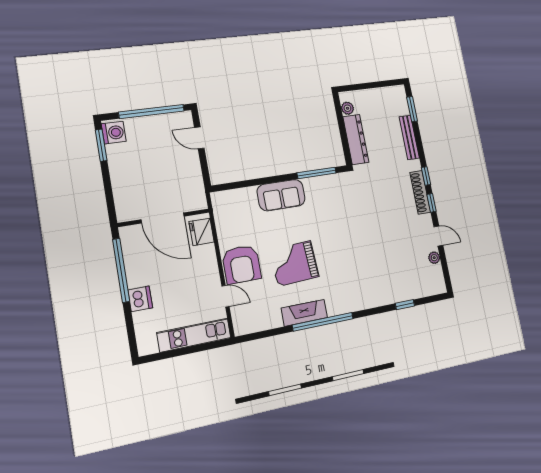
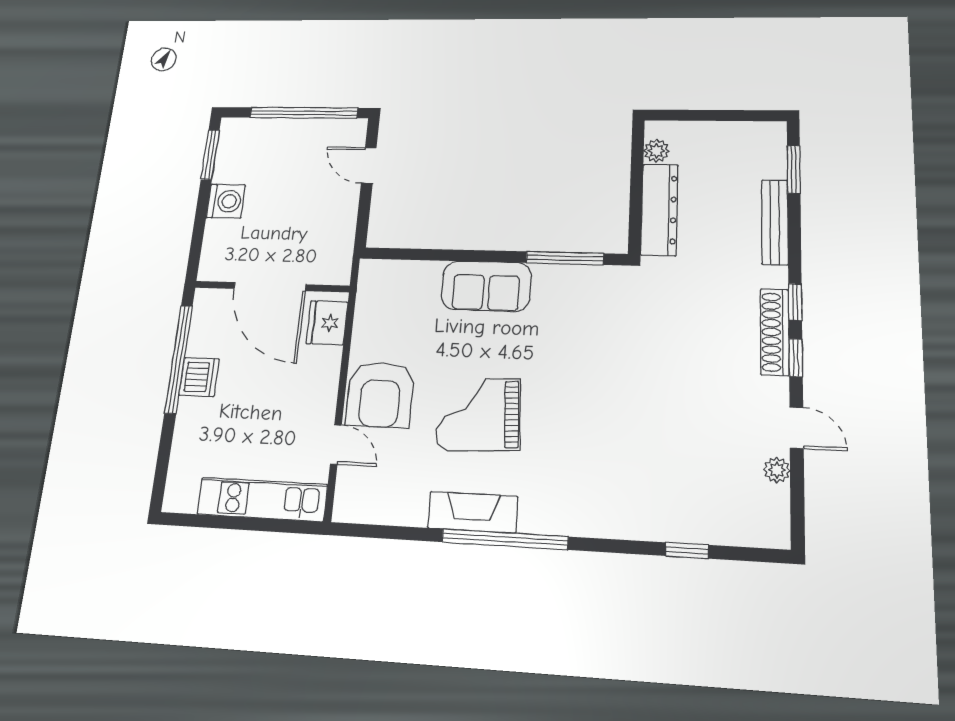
washing machine: (114, 133) -> (226, 201), moved
dishwasher: (140, 299) -> (199, 377), moved

